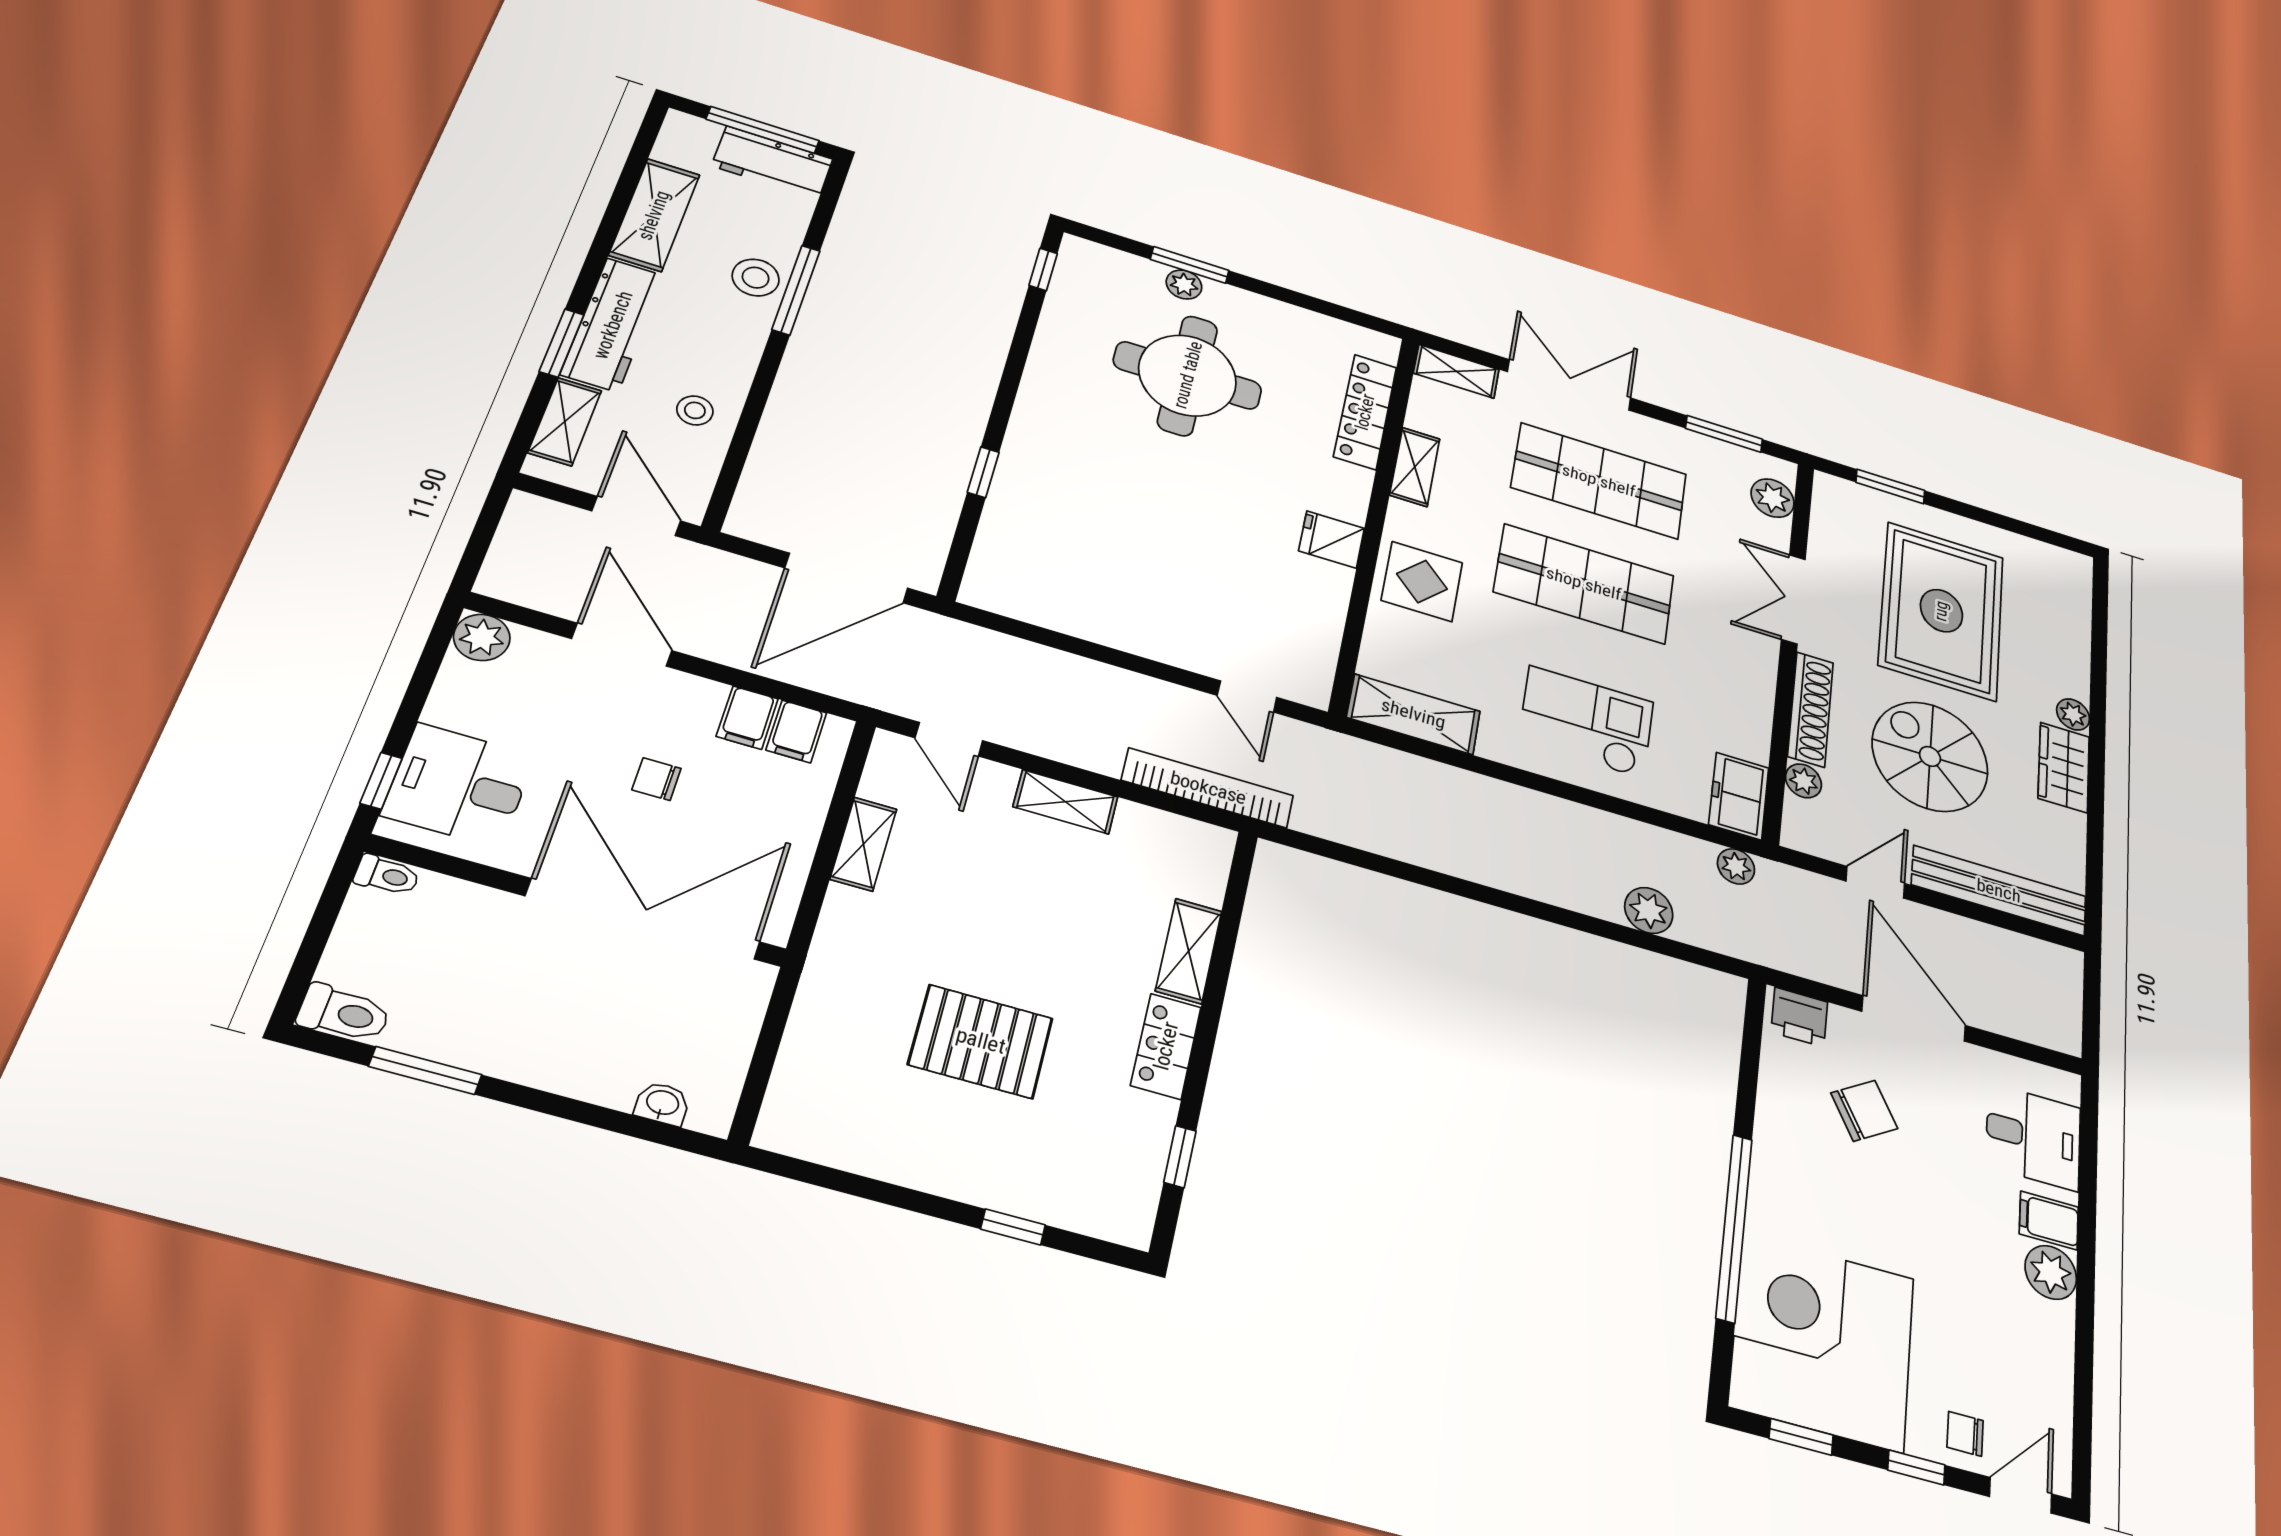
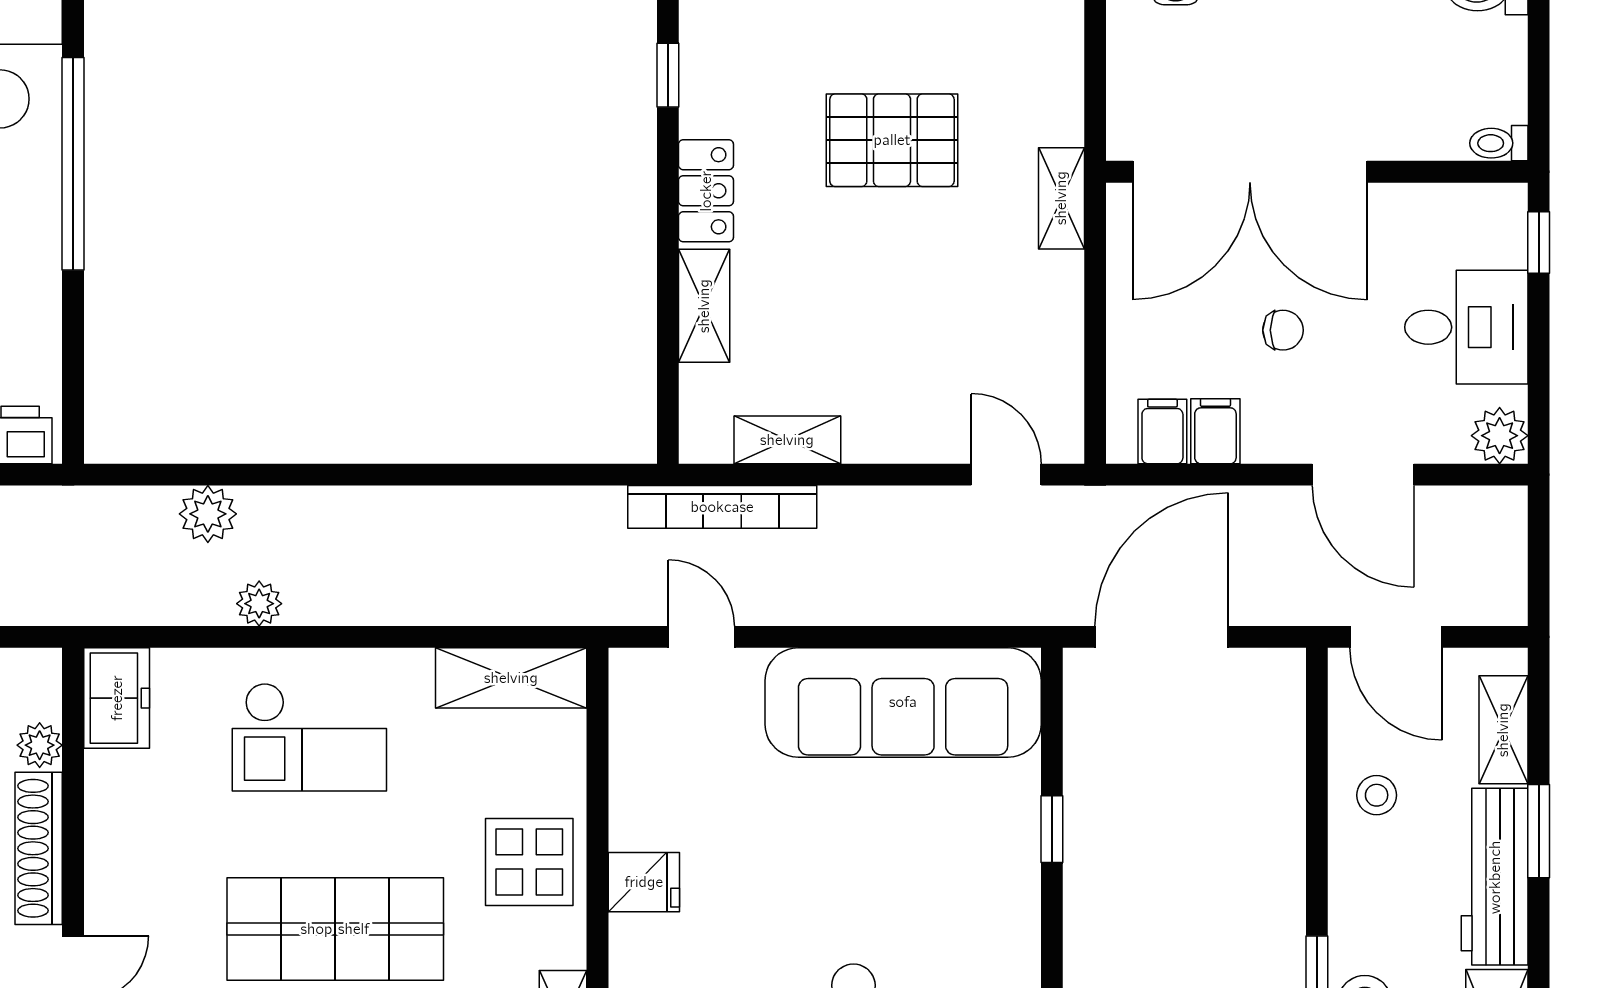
sofa: (1086, 598) -> (903, 702), added
desk: (459, 785) -> (1466, 327), moved
shelving: (1066, 802) -> (787, 440), moved
shelving: (863, 844) -> (1061, 198), moved
plant: (1736, 866) -> (259, 604), moved

